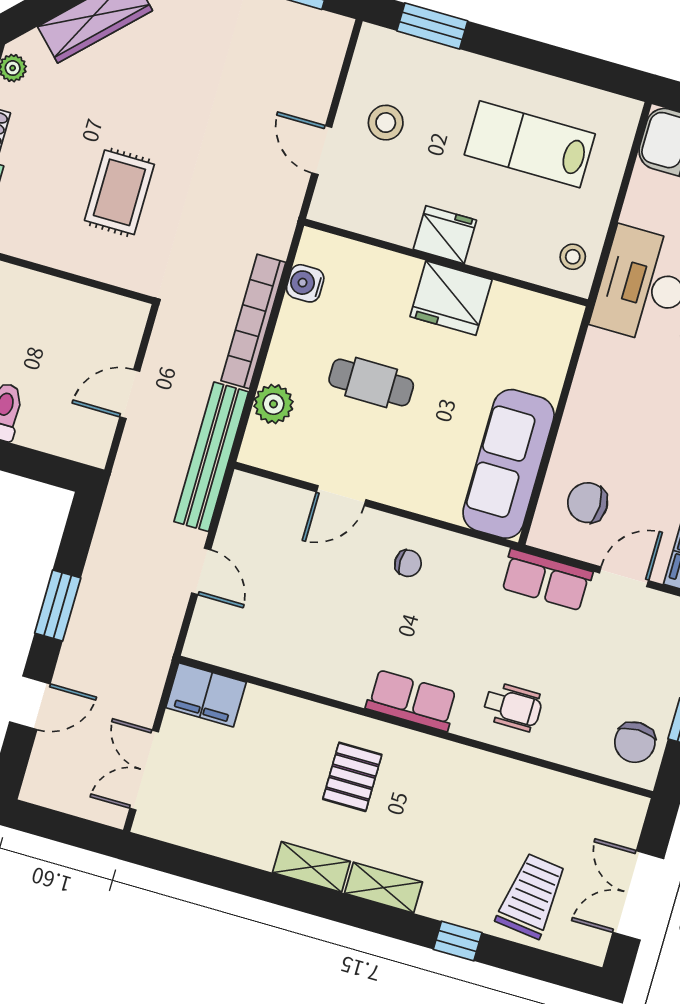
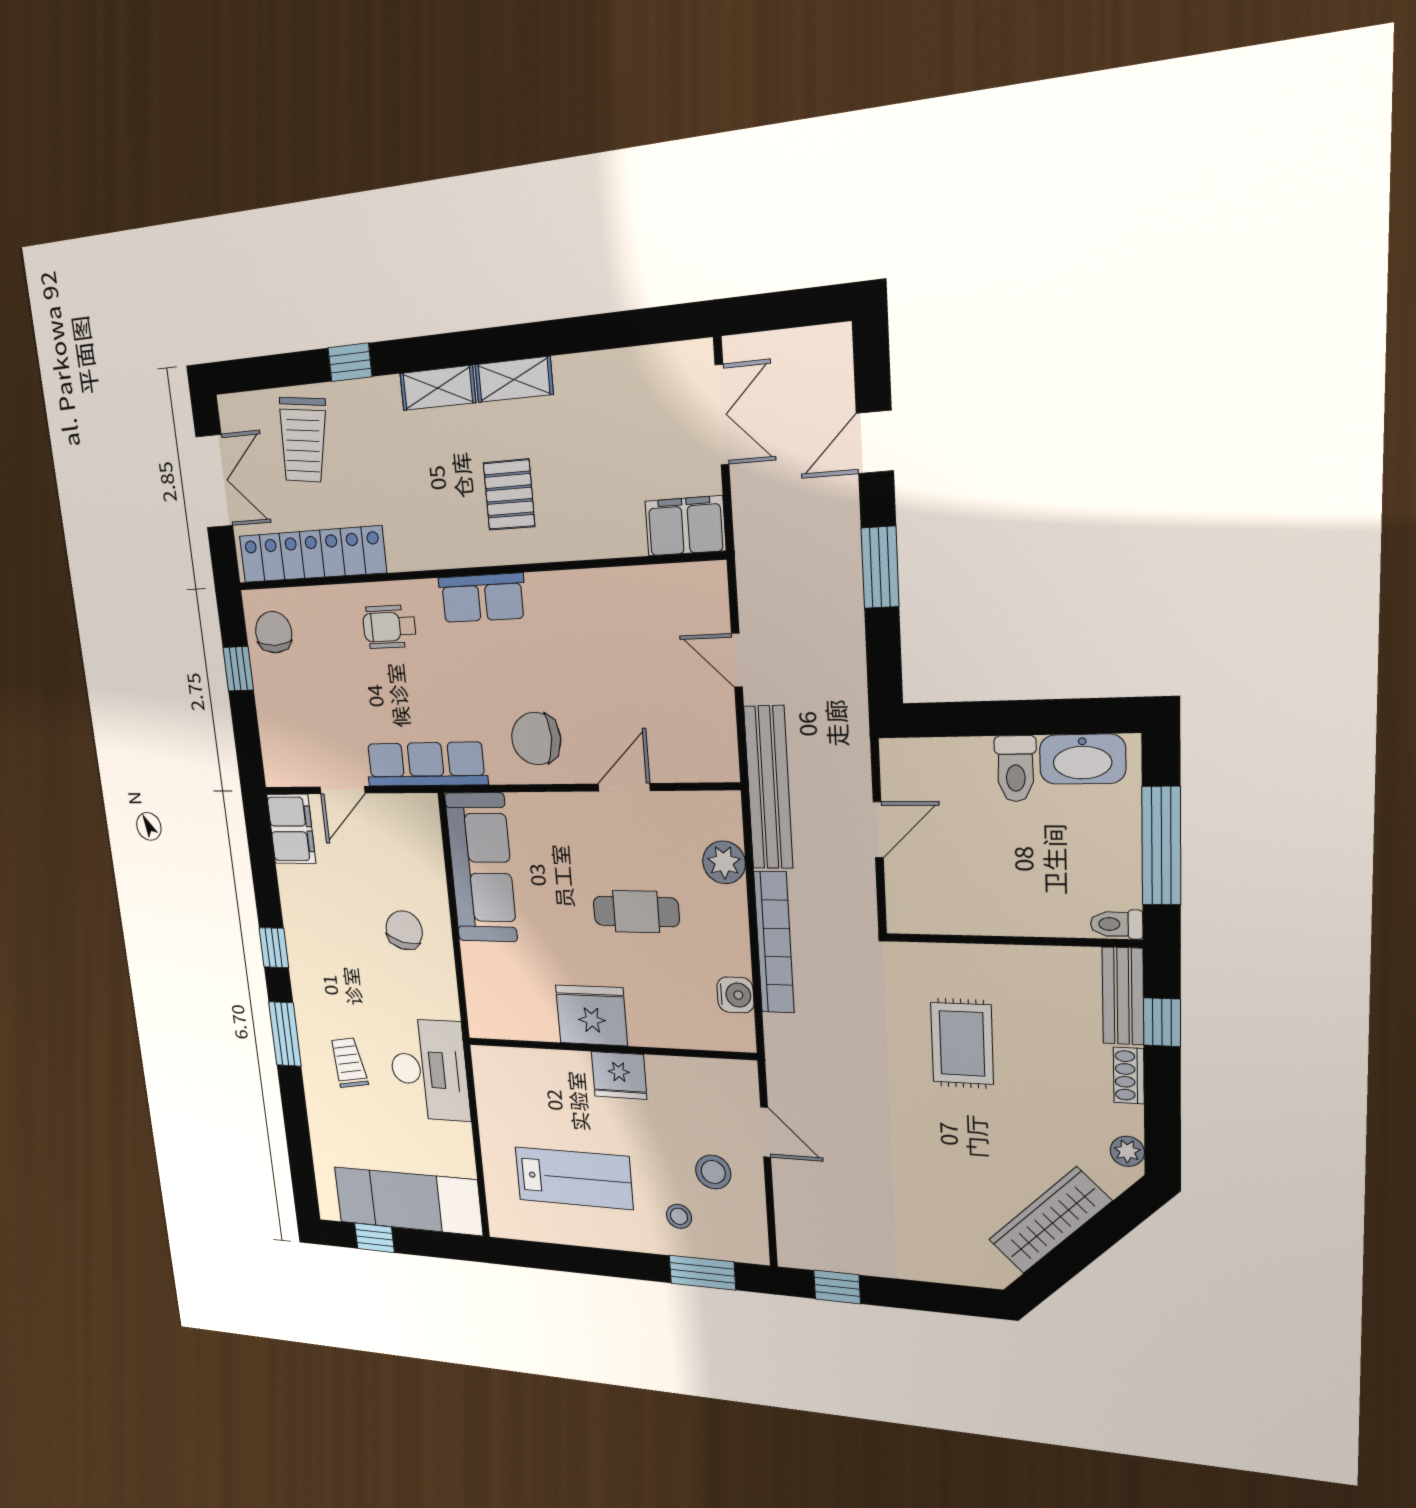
stool: (573, 257) -> (679, 1216), moved
chair: (588, 503) -> (404, 930), moved, turned -76
chair: (408, 563) -> (536, 739), width x1.87, depth x1.87
row of seats: (546, 580) -> (426, 764), width x1.48
locker: (564, 796) -> (312, 554), added

